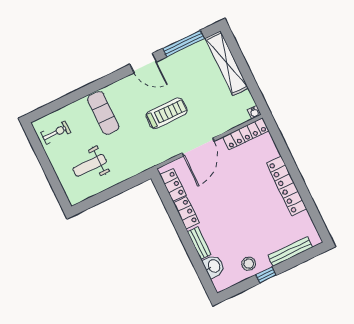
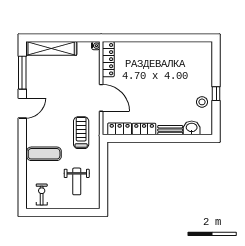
treadmill: (167, 113) -> (81, 133), moved
locker: (287, 186) -> (160, 48), removed
bench: (290, 251) -> (208, 68), removed

